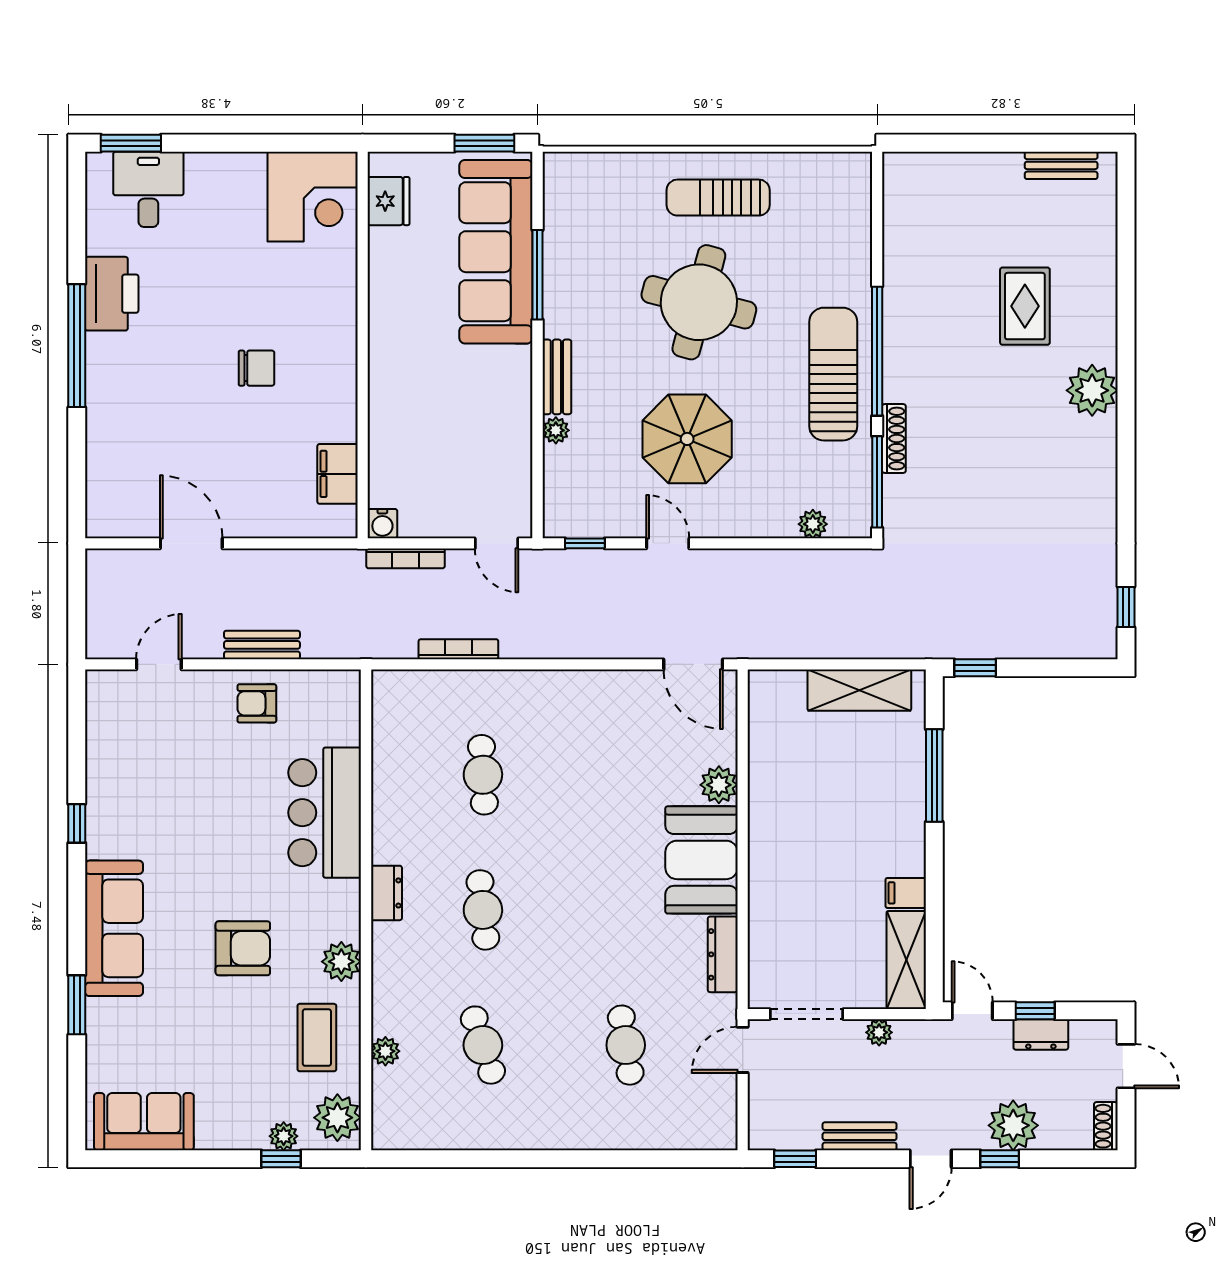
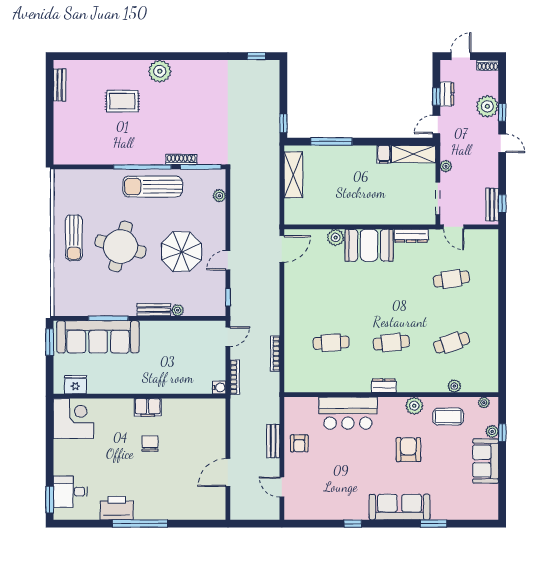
filing cabinet: (338, 474) -> (148, 407), moved
plant: (337, 1118) -> (484, 403), width x0.53, depth x0.53
sofa: (144, 1122) -> (486, 461), moved
bench: (860, 1136) -> (492, 205), moved

